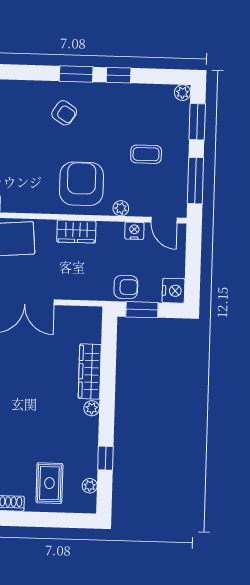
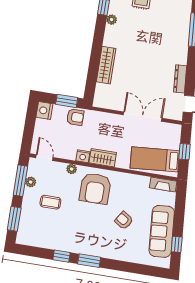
plant: (182, 93) -> (31, 182), moved
armchair: (64, 113) -> (124, 220), moved
nightstand: (134, 231) -> (83, 156), moved
armchair: (126, 287) -> (75, 117), turned 180
plant: (92, 408) -> (112, 20), moved

